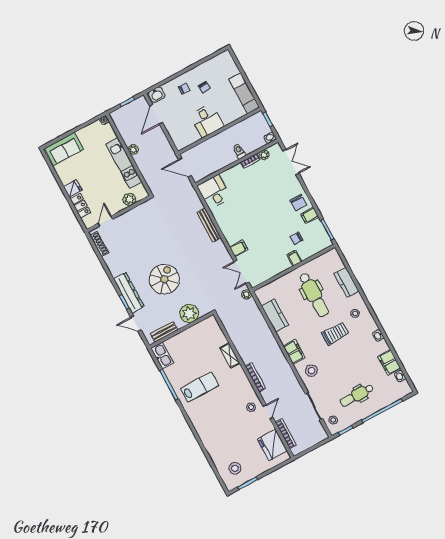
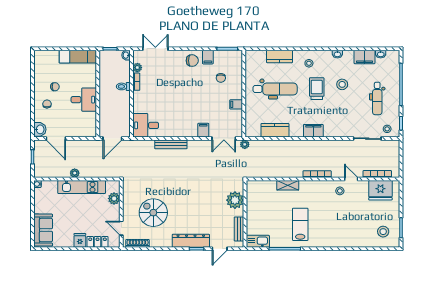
filing cabinet: (294, 258) -> (236, 104), moved
spiral stairs: (164, 279) -> (153, 213), moved
stool: (311, 371) -> (342, 84), moved

